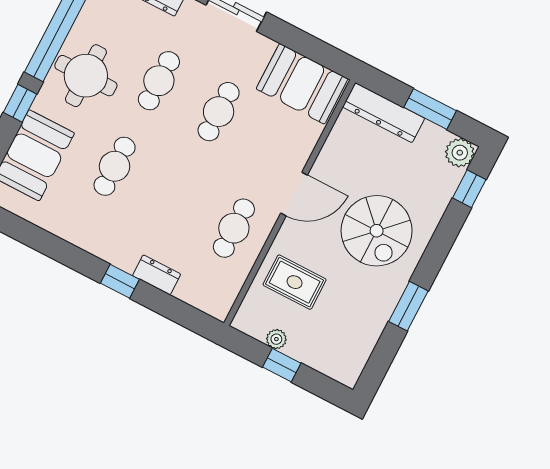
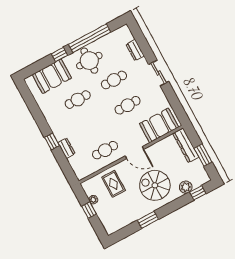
booth: (302, 84) -> (159, 125), moved, turned 90
plant: (460, 153) -> (186, 187), moved
spiral stairs: (377, 231) -> (155, 185), turned 90

